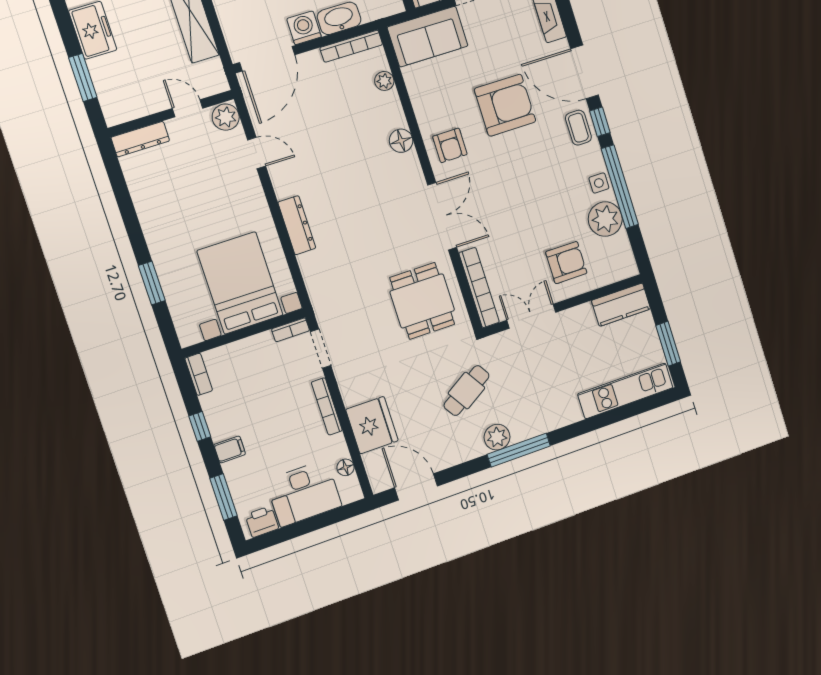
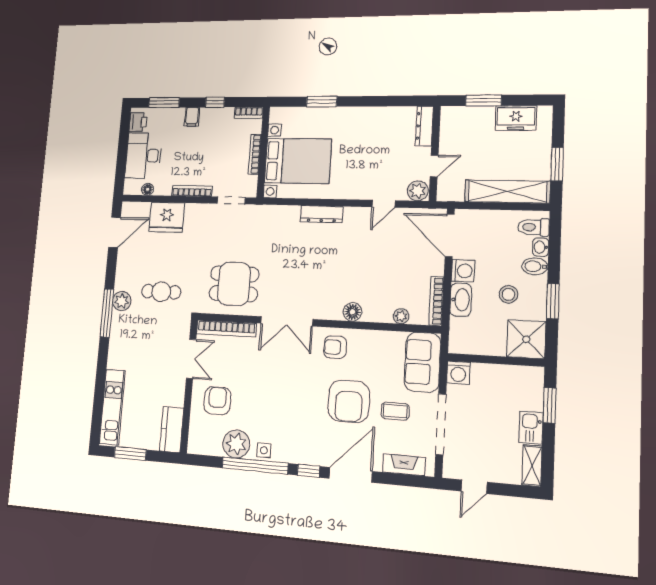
coffee table: (578, 128) -> (395, 411), moved
armchair: (566, 263) -> (217, 401), turned 180
bookcase: (291, 330) -> (255, 154), moved, width x1.56
cafe table: (467, 391) -> (161, 292), turned -58

